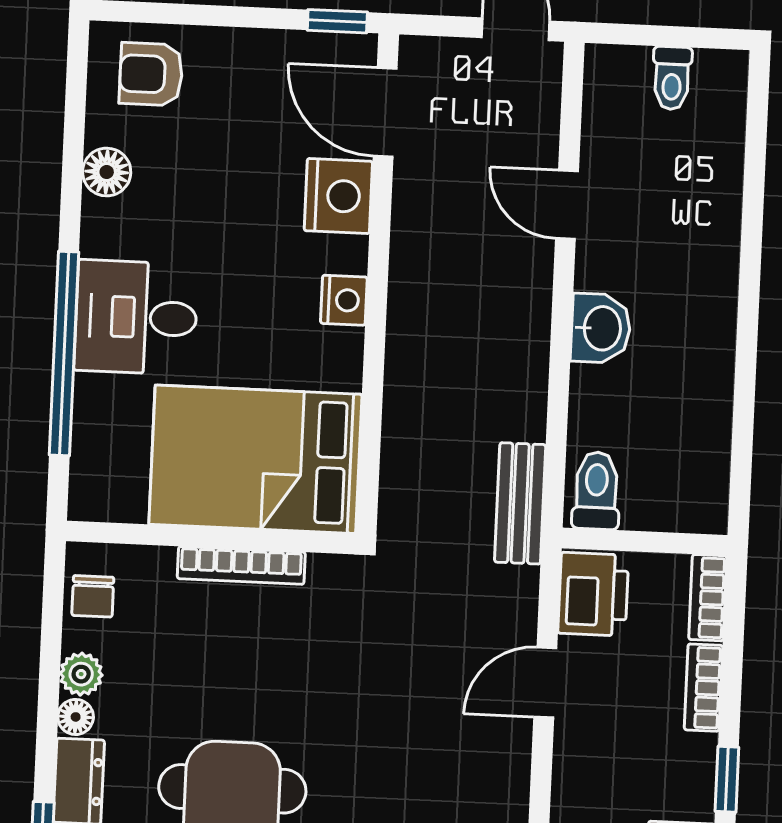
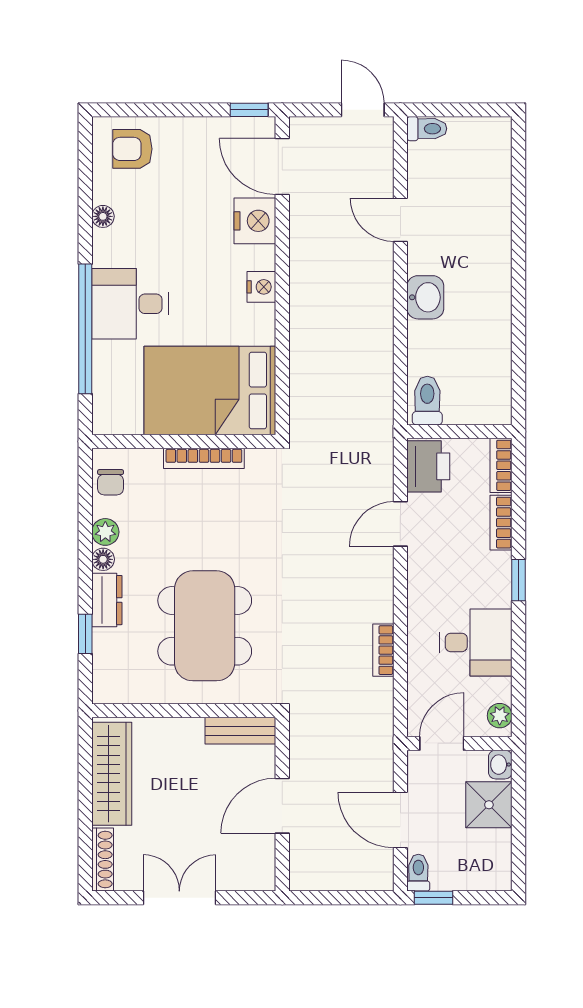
toilet: (672, 78) -> (427, 129), moved, turned -90
floor lamp: (107, 172) -> (103, 216), width x0.73, depth x0.73
bench: (520, 503) -> (379, 411), removed

